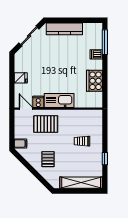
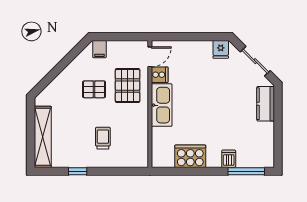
kitchen counter: (64, 29) -> (266, 104), width x0.67
fridge: (21, 78) -> (221, 49), moved
pallet: (48, 159) -> (94, 89), moved

